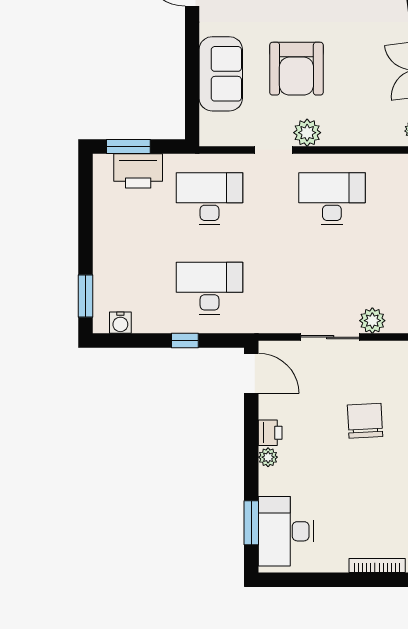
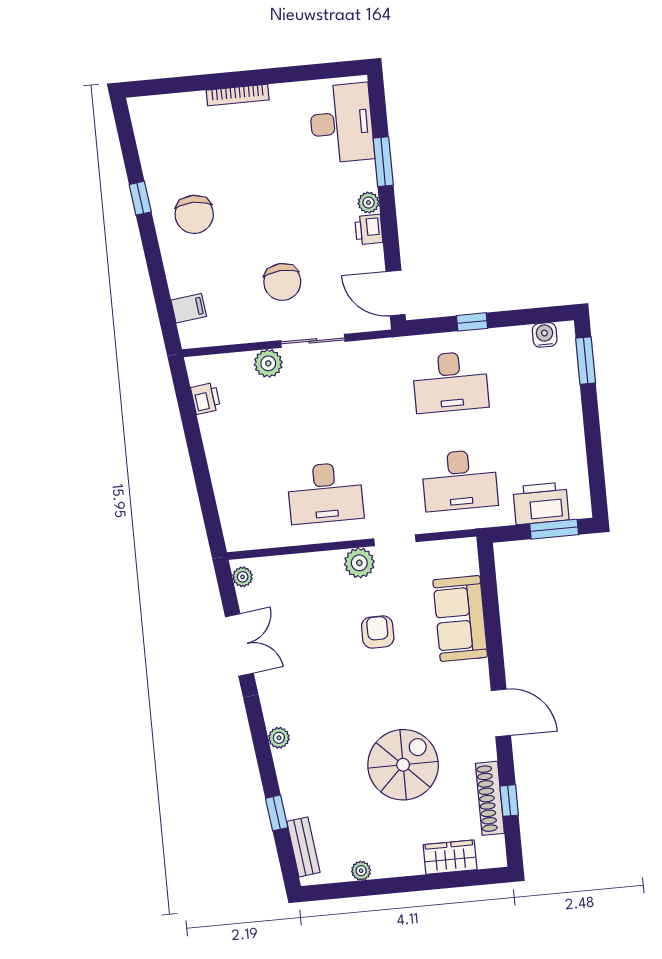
armchair: (296, 69) -> (378, 632), width x0.53, depth x0.53
chair: (365, 421) -> (282, 282), moved
window: (251, 523) -> (383, 162), moved

